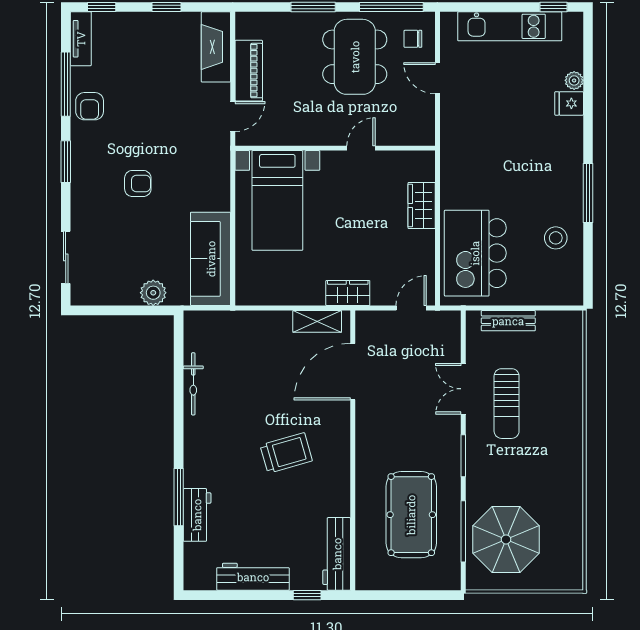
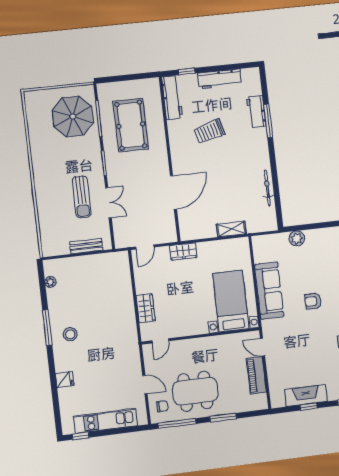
fireplace: (216, 47) -> (306, 395), moved, turned -90
dining table: (355, 57) -> (195, 391), turned 90
plant: (574, 80) -> (50, 282), moved
door: (233, 116) -> (263, 347), hinge flipped
door: (361, 148) -> (160, 341), moved
stool: (556, 238) -> (70, 334), moved
kitchen island: (475, 253) -> (111, 284), removed
sofa: (211, 259) -> (269, 291), moved
shelving: (317, 321) -> (231, 229), moved
door: (353, 372) -> (173, 192), moved
sun lounger: (507, 404) -> (82, 197), turned 180
trolley: (286, 453) -> (209, 131), moved

